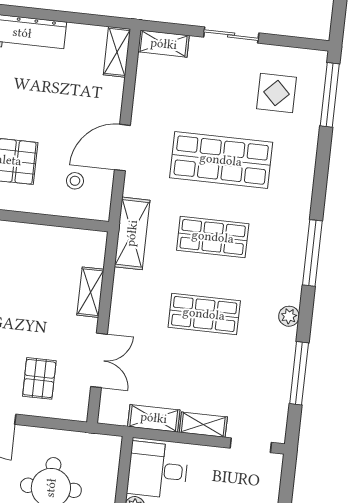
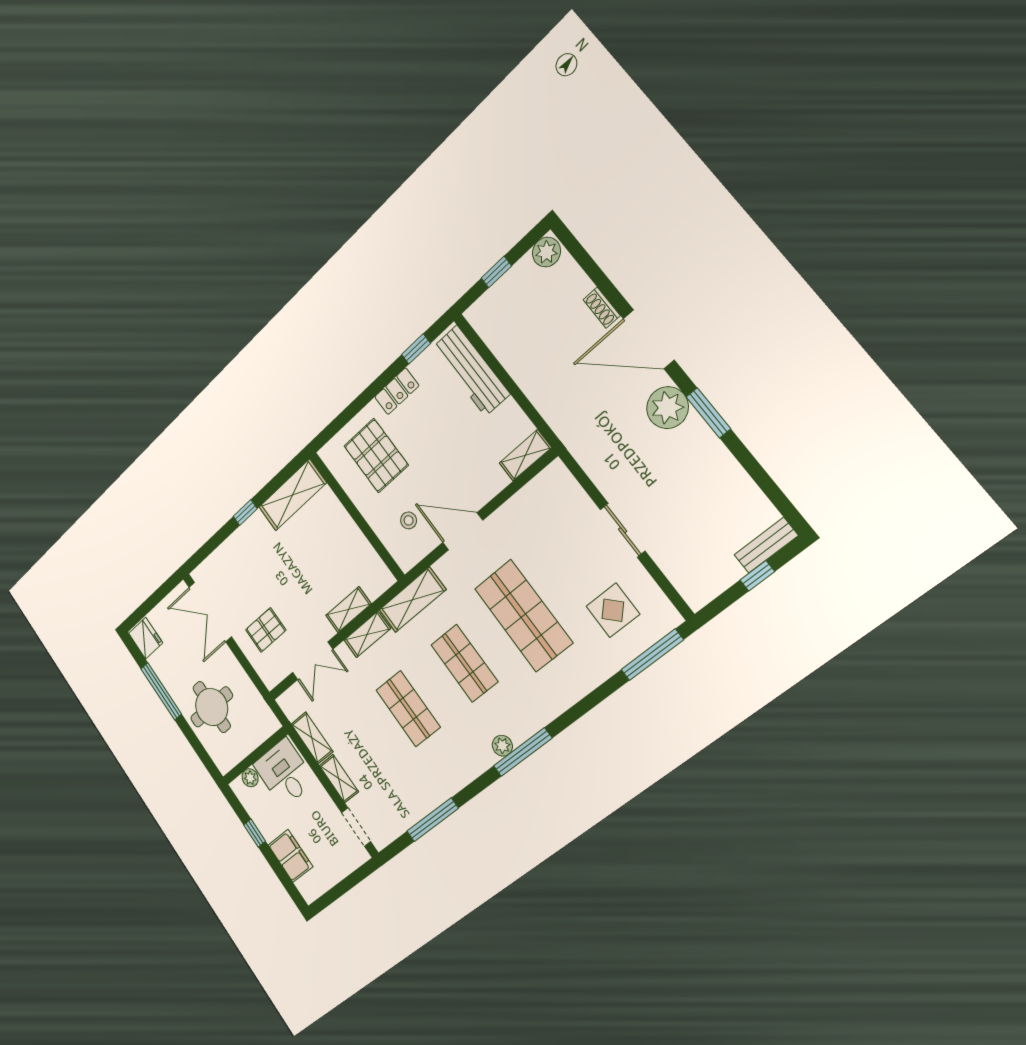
shelving: (164, 44) -> (367, 634), moved, turned 90
plant: (289, 316) -> (502, 746), moved

